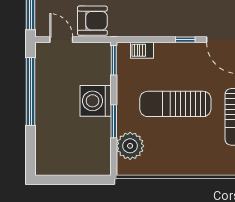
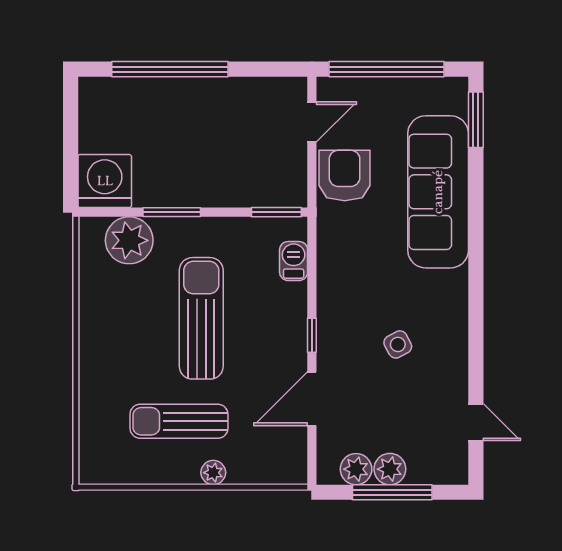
armchair: (92, 21) -> (345, 176), turned 180
window: (31, 92) -> (170, 69), moved
washing machine: (96, 101) -> (105, 181), moved

